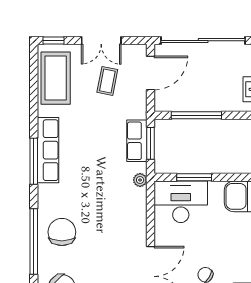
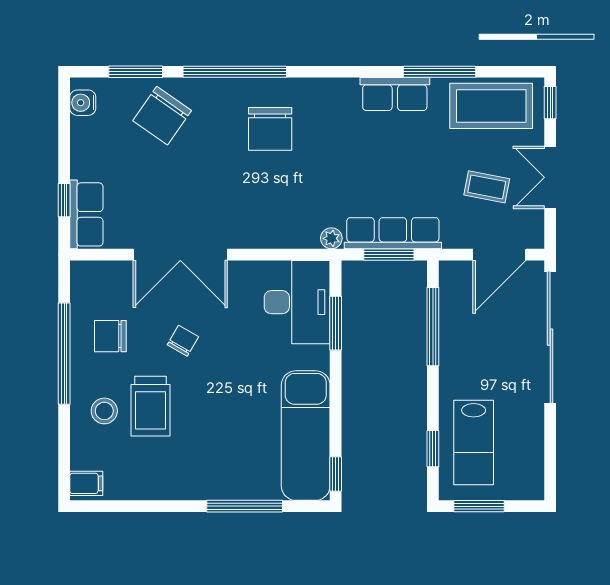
door: (150, 73) -> (499, 255), hinge flipped
row of seats: (137, 141) -> (393, 233), width x1.48
row of seats: (48, 150) -> (395, 94), width x0.68
window: (34, 161) -> (440, 72), moved
chair: (62, 232) -> (270, 129), moved, turned 90

